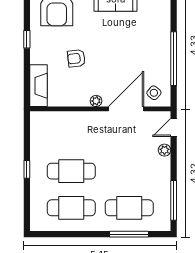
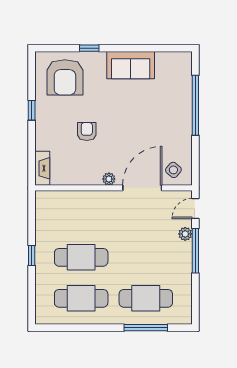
armchair: (76, 58) -> (87, 131), turned 96
window: (174, 59) -> (195, 105), moved
fireplace: (38, 86) -> (42, 168), width x0.73, depth x0.76
window: (174, 200) -> (195, 251), moved

